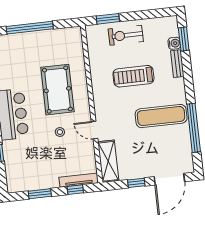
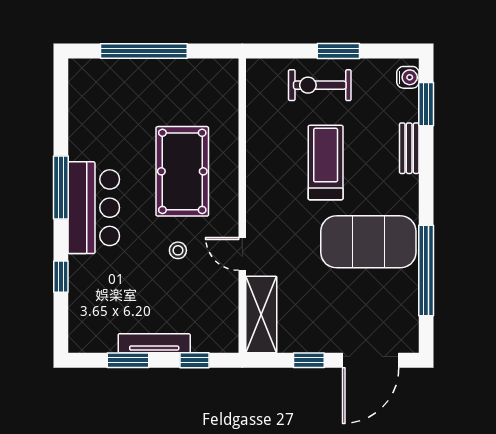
window: (108, 19) -> (338, 51), moved
water cooler: (174, 43) -> (408, 77), moved
treadmill: (133, 76) -> (326, 163), turned 90
exercise mat: (161, 116) -> (368, 242), width x1.47
tv unit: (79, 180) -> (154, 343), moved

